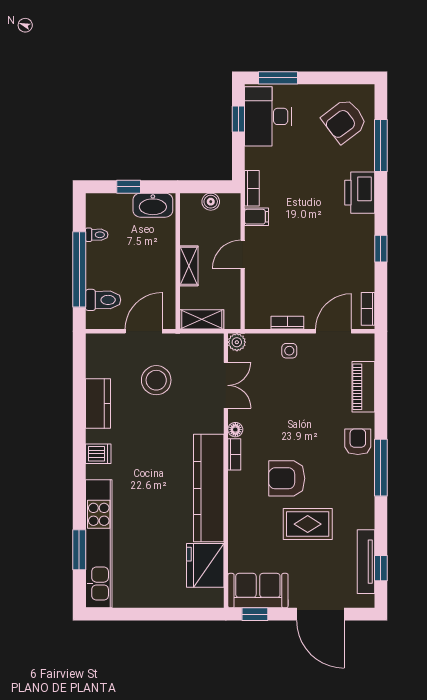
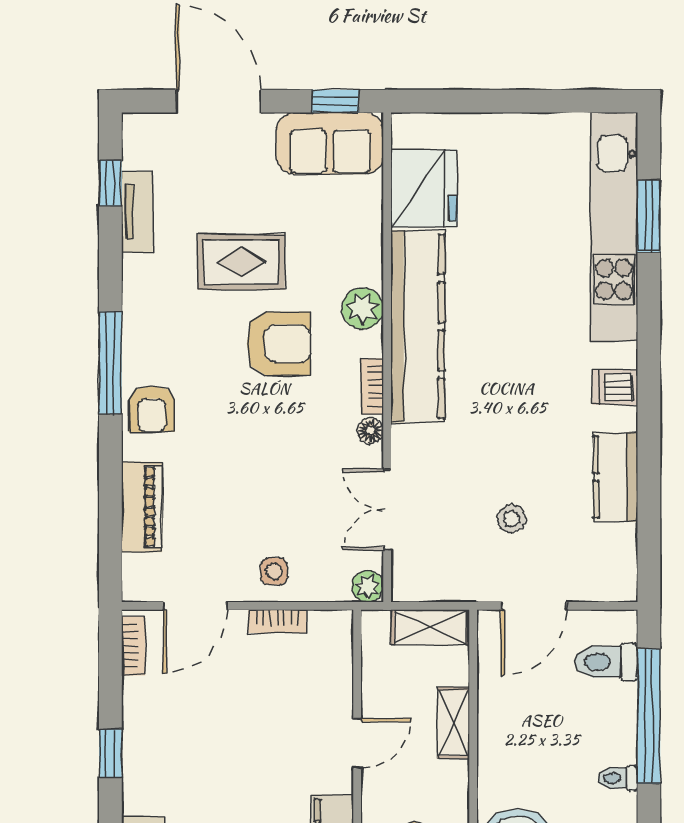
stool: (156, 380) -> (511, 519), width x0.53, depth x0.53
plant: (240, 498) -> (363, 309), added
tv unit: (366, 562) -> (137, 212), width x0.71

